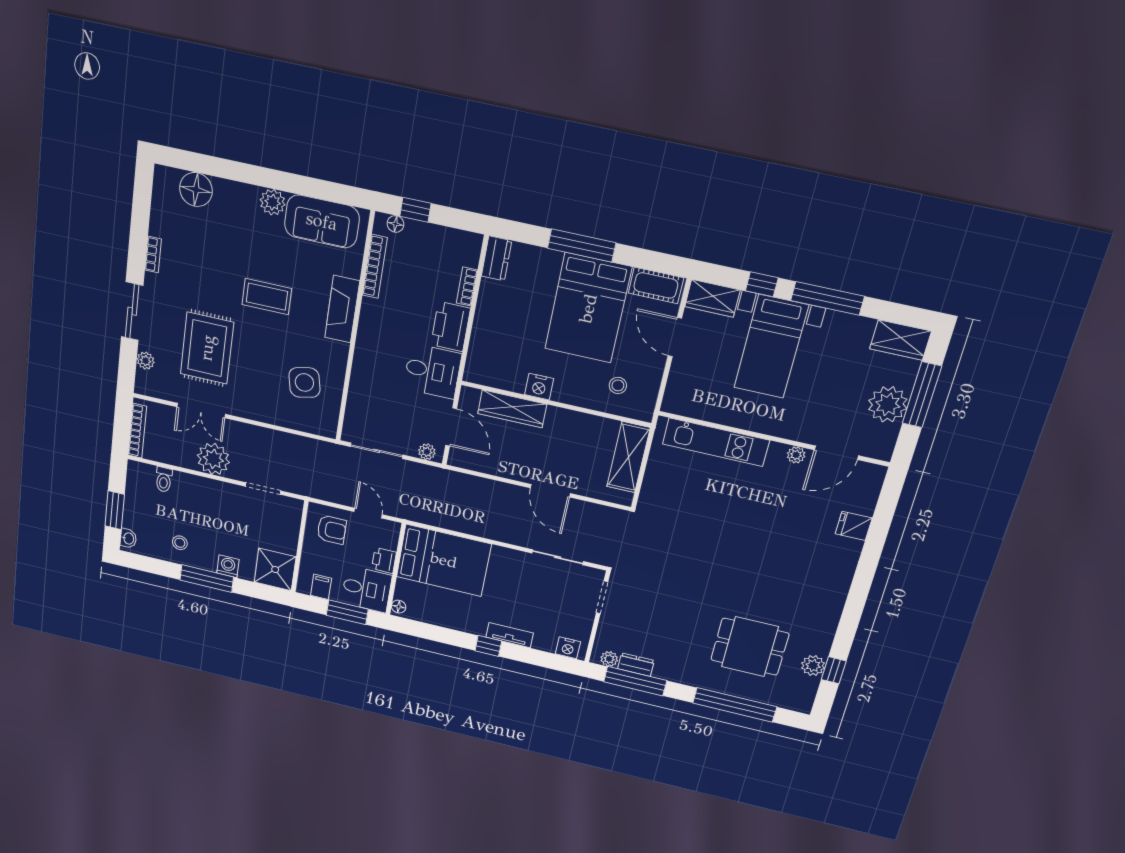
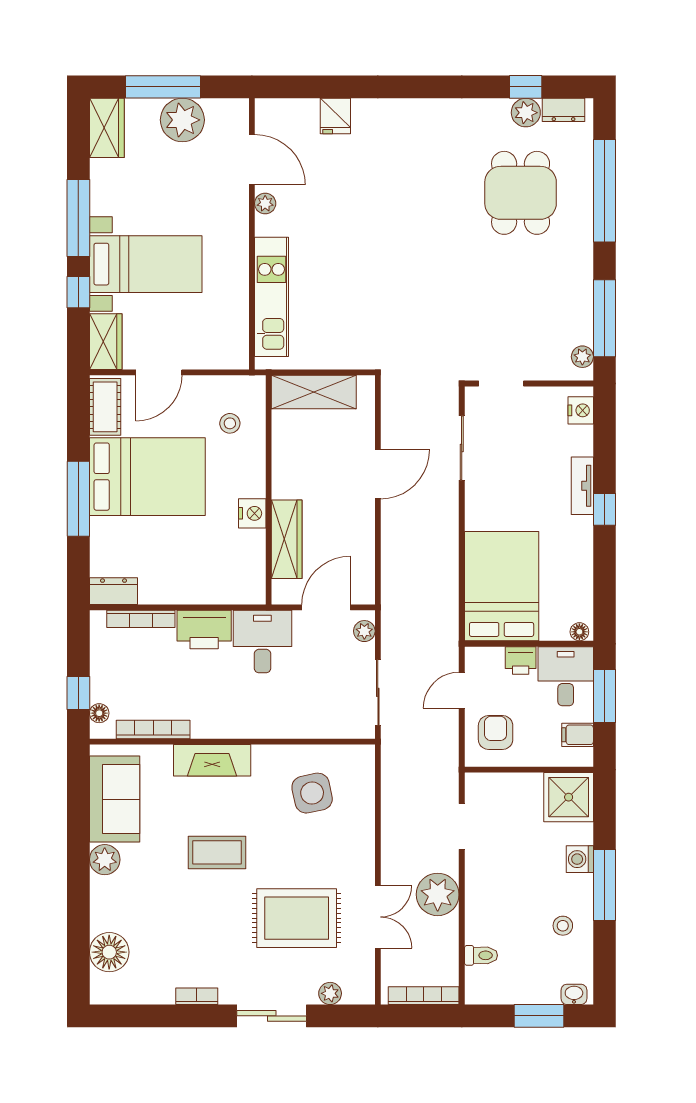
bookcase: (467, 287) -> (141, 619), width x1.56
coffee table: (267, 297) -> (217, 852), turned 90
dresser: (636, 665) -> (564, 110), moved, turned -90

